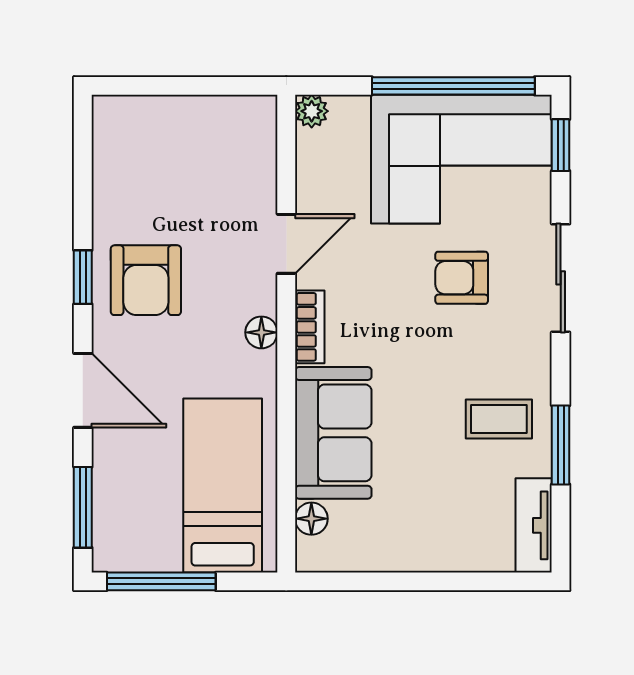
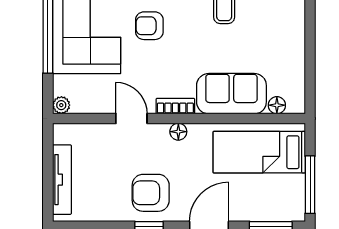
tv unit: (171, 113) -> (62, 180), added
armchair: (462, 278) -> (149, 26), turned 90
armchair: (146, 280) -> (151, 193), turned 180

